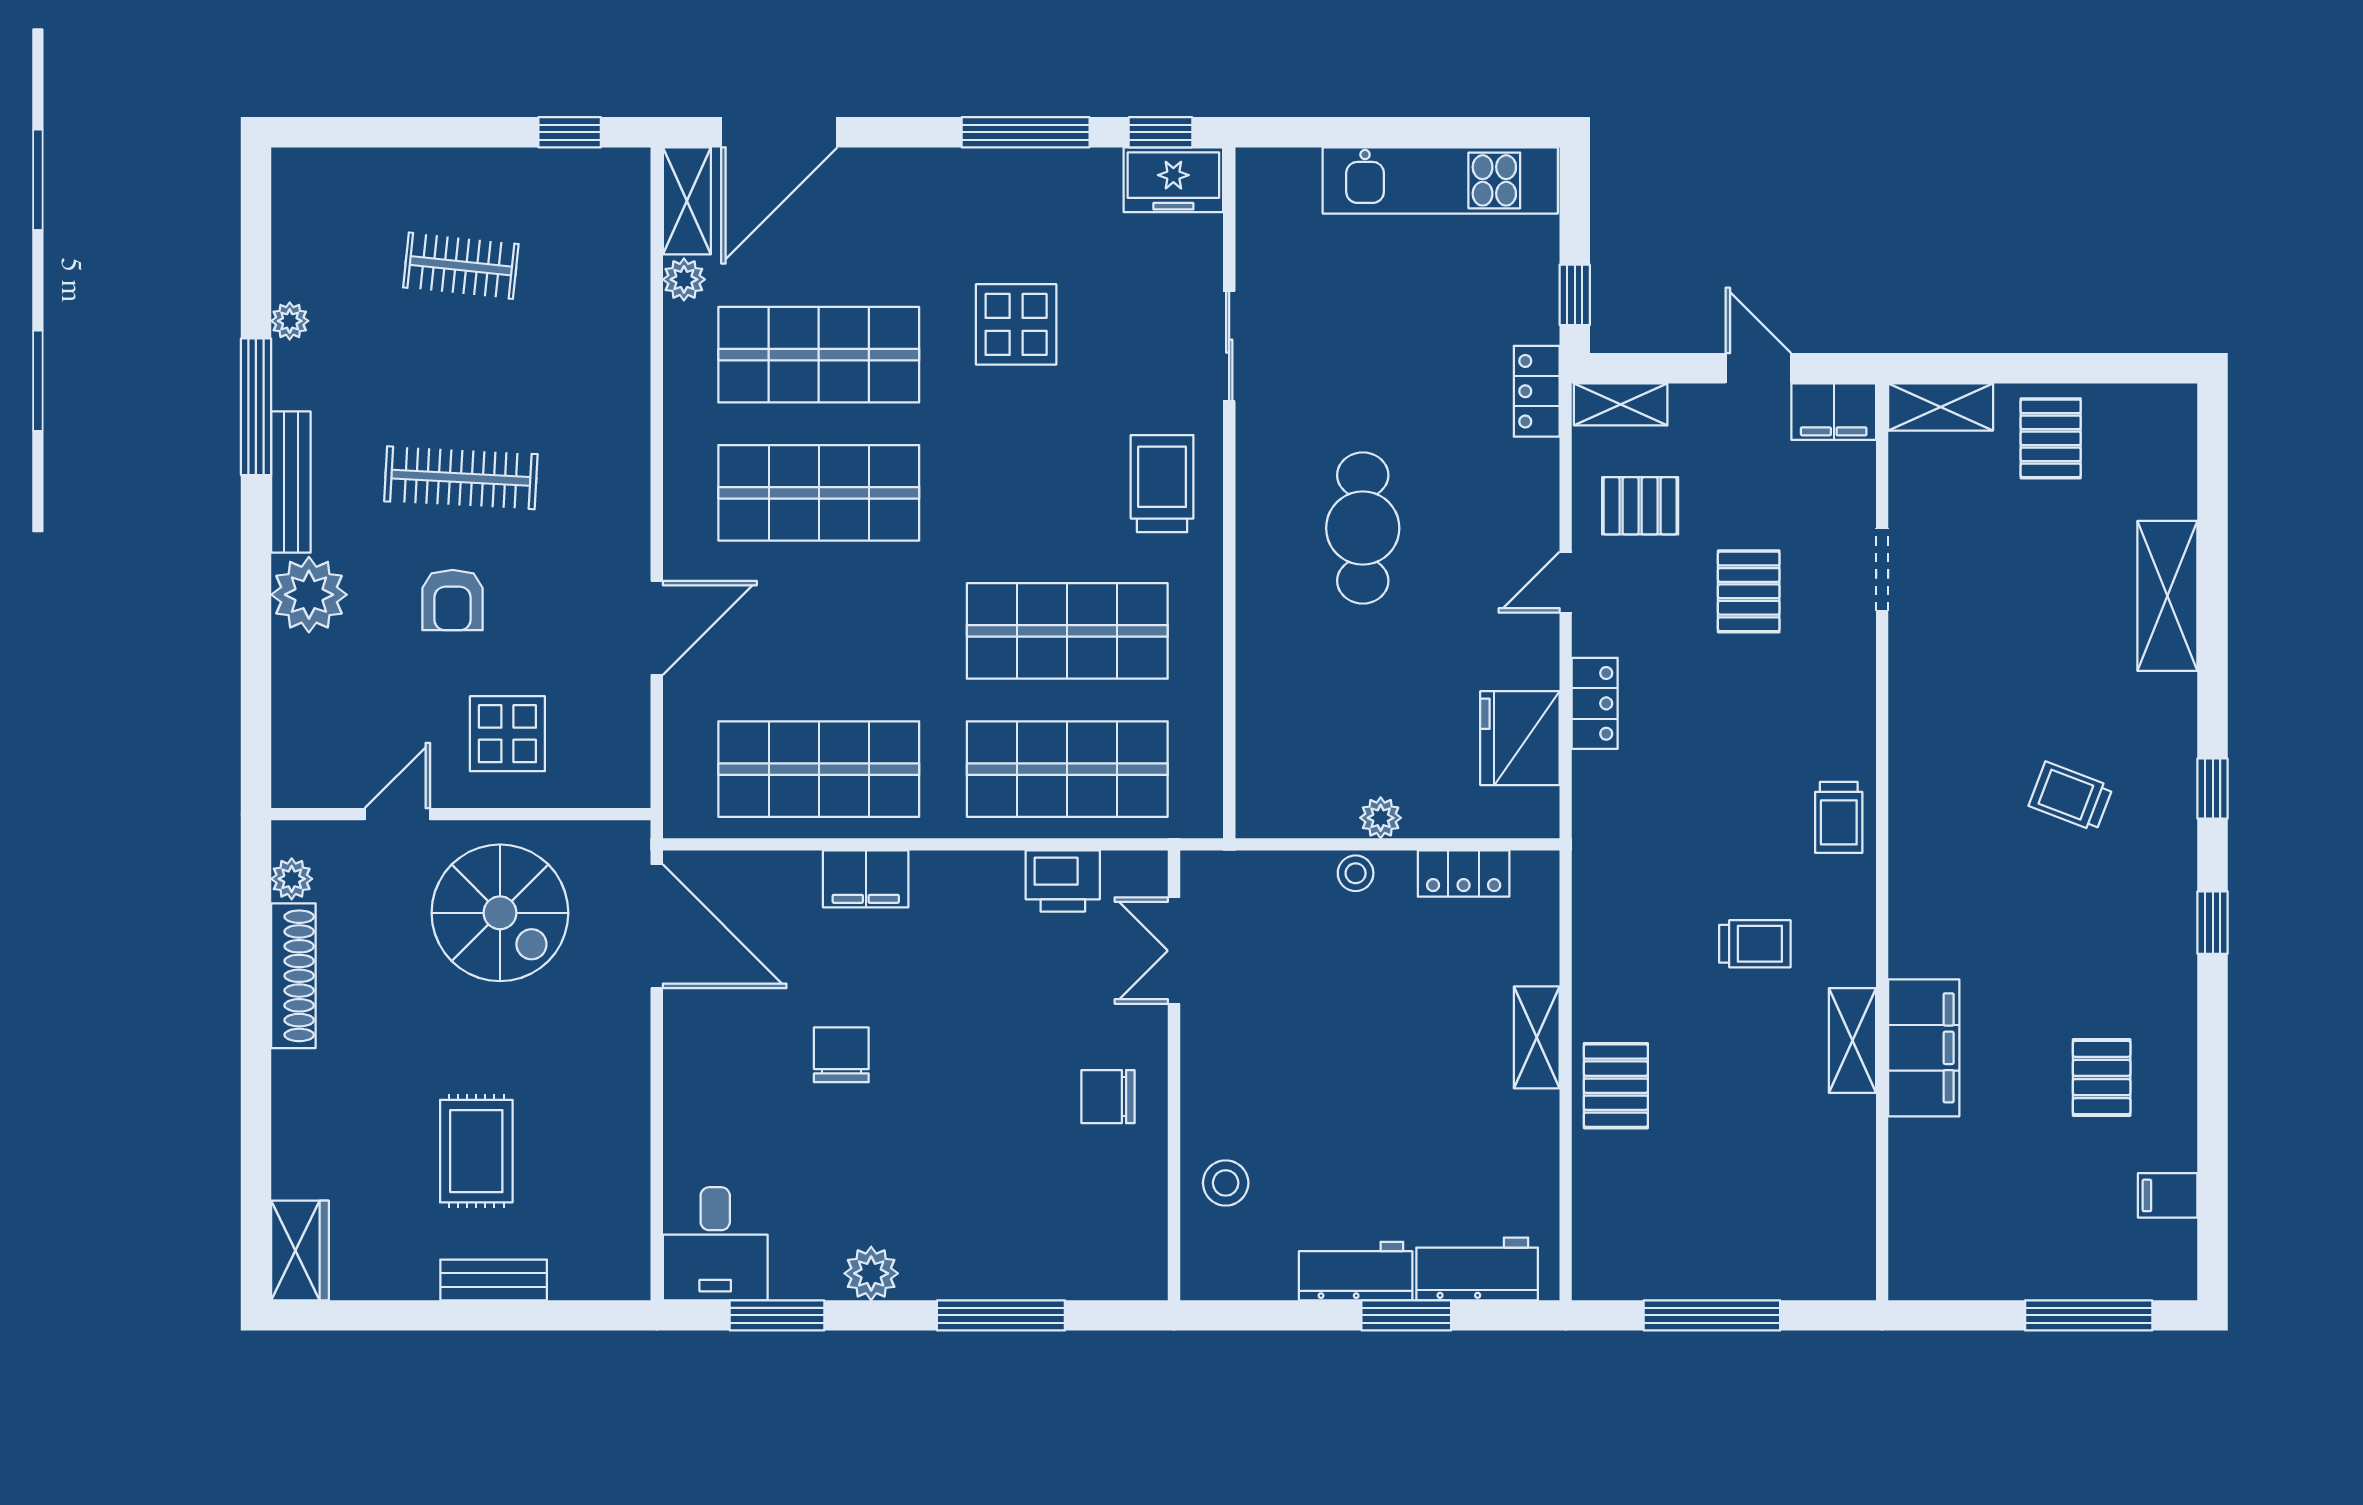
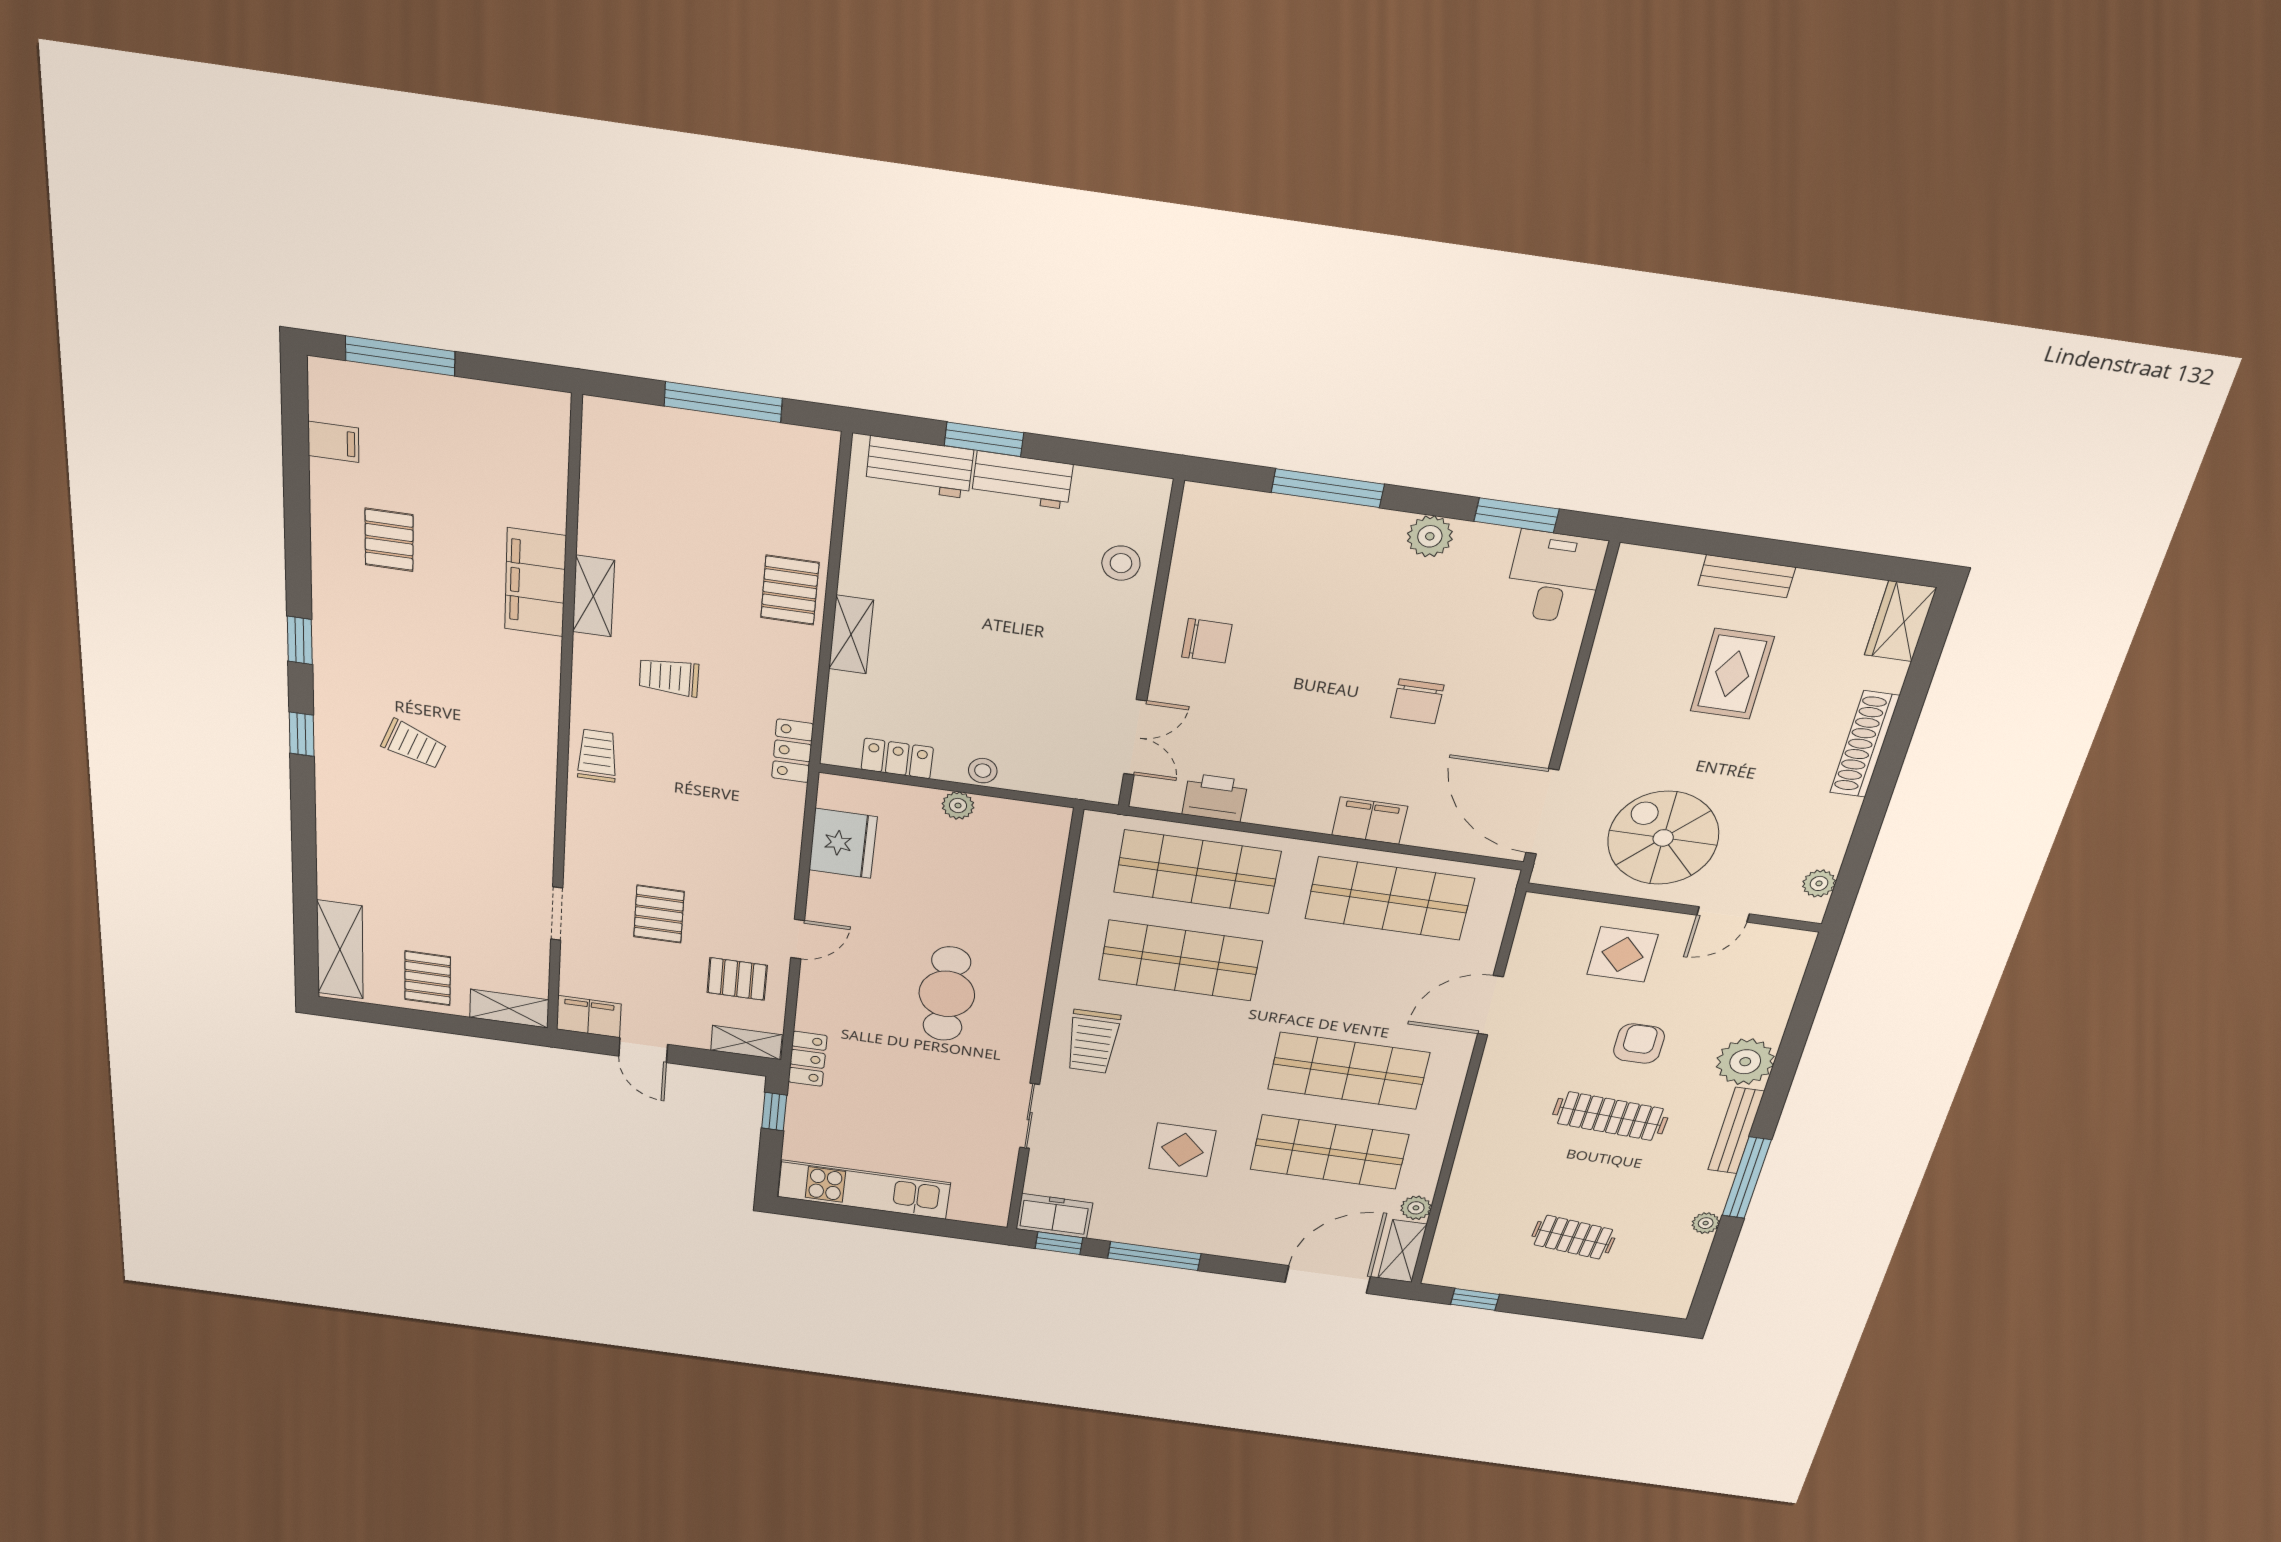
shelving: (2167, 596) -> (340, 950), moved
locker: (1595, 703) -> (793, 751), moved
shoe rack: (293, 976) -> (1865, 744), moved

